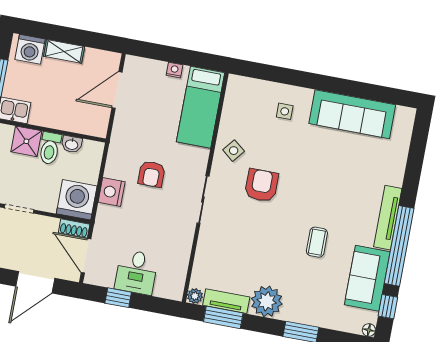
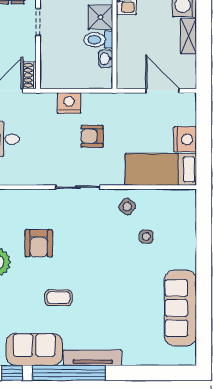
nightstand: (174, 70) -> (185, 139), width x1.89, depth x1.79
side table: (285, 111) -> (146, 237), moved
armchair: (261, 185) -> (39, 243), moved, turned 90
washing machine: (77, 200) -> (56, 73), removed

